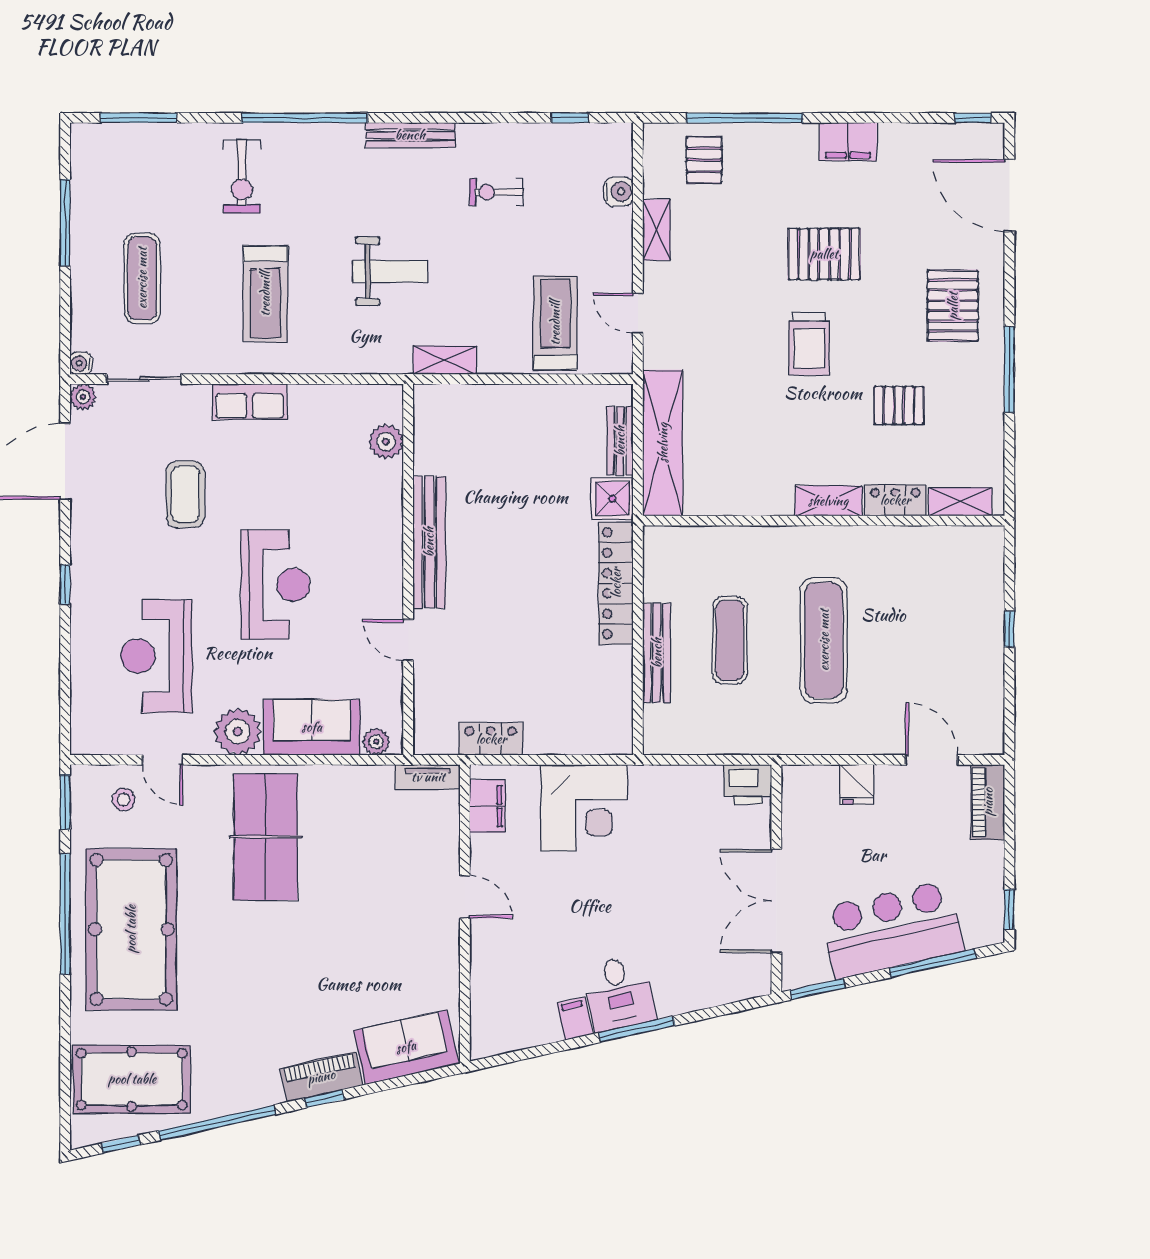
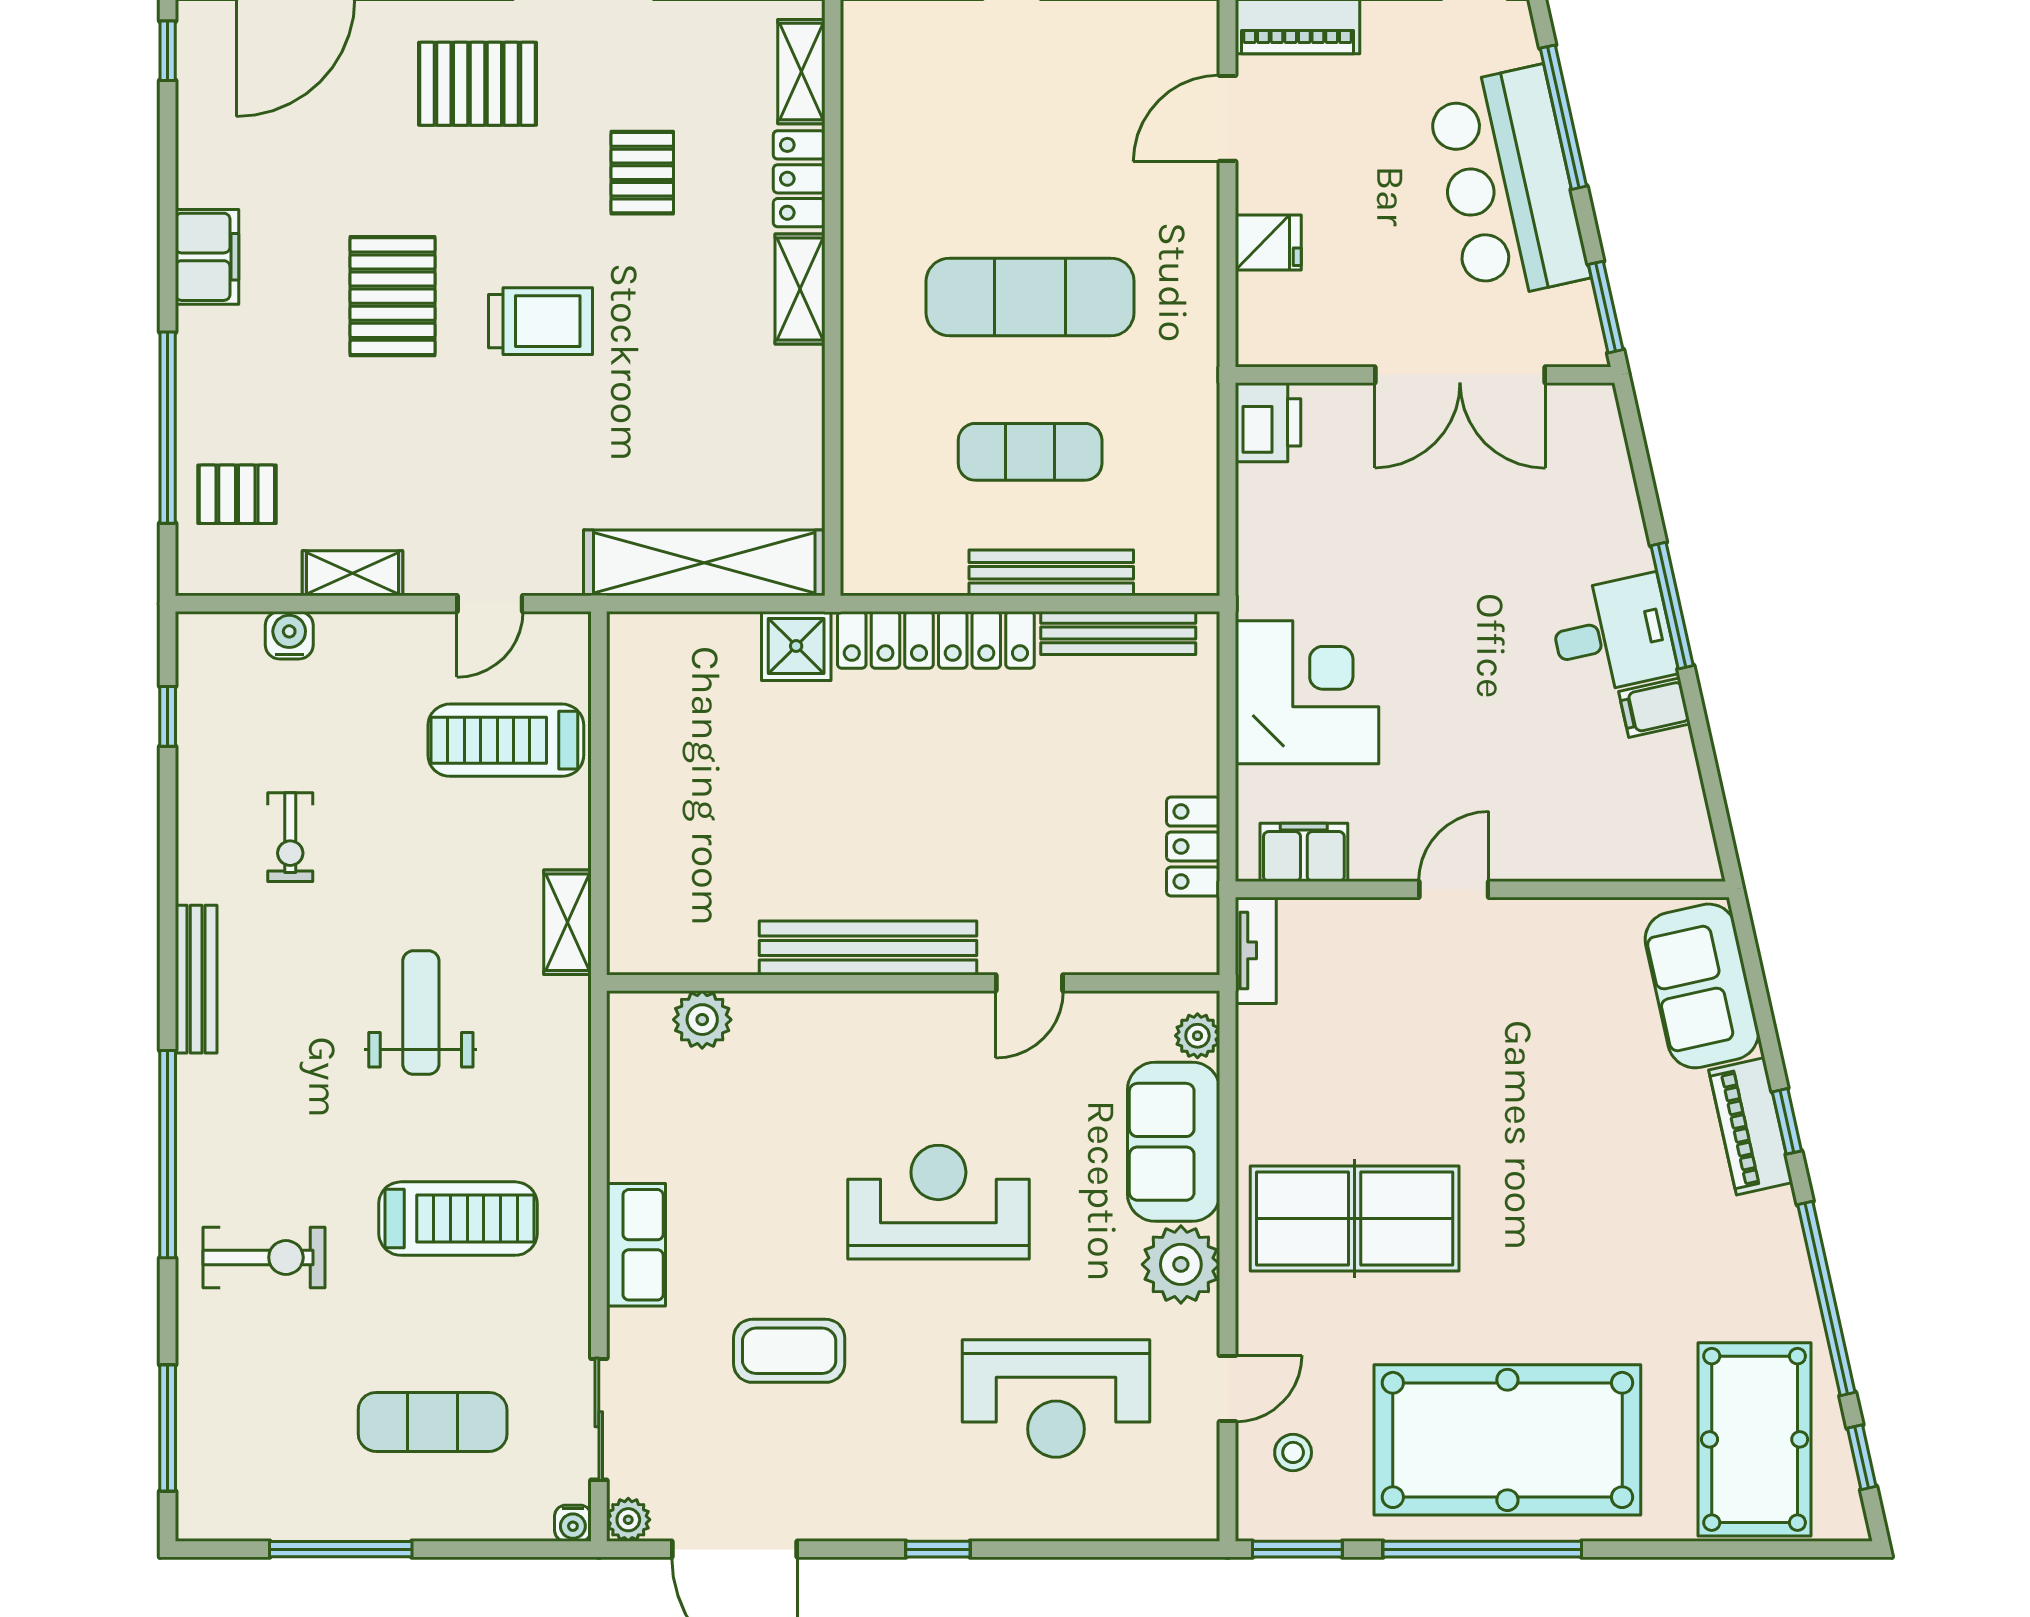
bench: (620, 441) -> (1118, 633), moved, width x1.36

